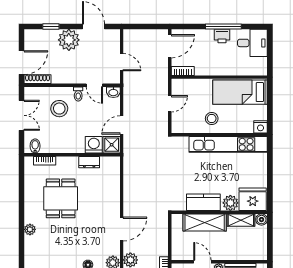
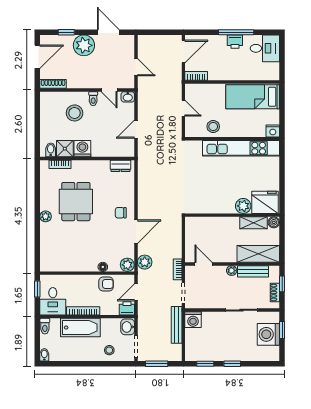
door: (22, 63) -> (37, 57), moved
door: (170, 104) -> (183, 108), hinge flipped
double door: (22, 115) -> (37, 120), removed
stool: (212, 119) -> (213, 126), moved
washing machine: (94, 145) -> (82, 149), moved
shower: (112, 145) -> (65, 149), moved
dresser: (89, 162) -> (121, 166), moved
kitchen counter: (203, 202) -> (217, 205), removed
chair: (106, 210) -> (121, 213), added
shelving: (205, 222) -> (258, 254), moved
plant: (30, 229) -> (46, 216), moved
door: (202, 262) -> (203, 264), moved

